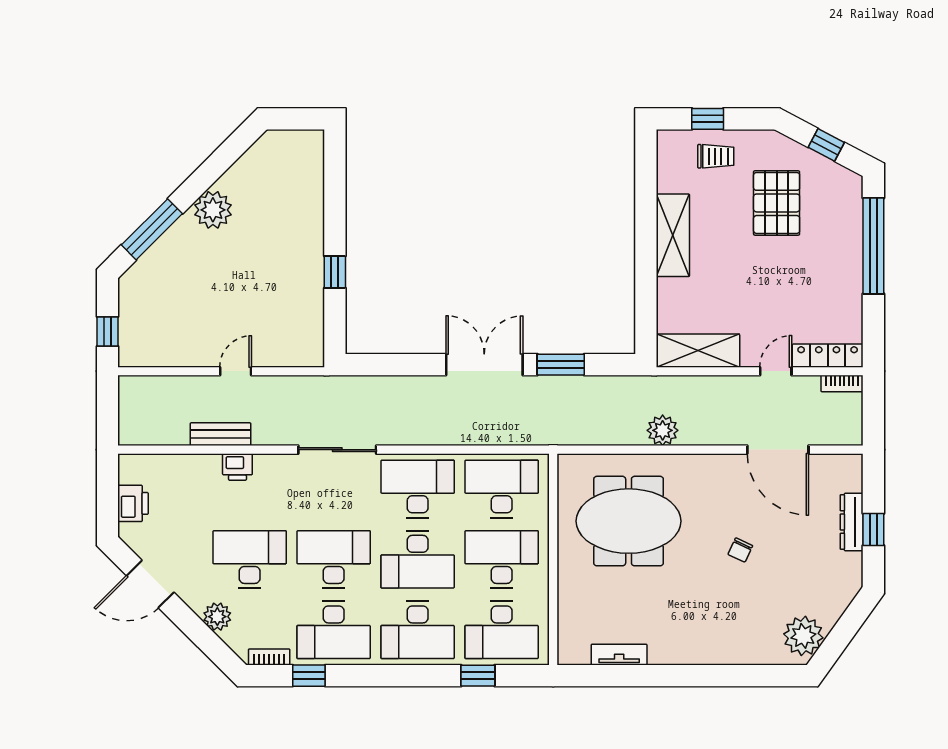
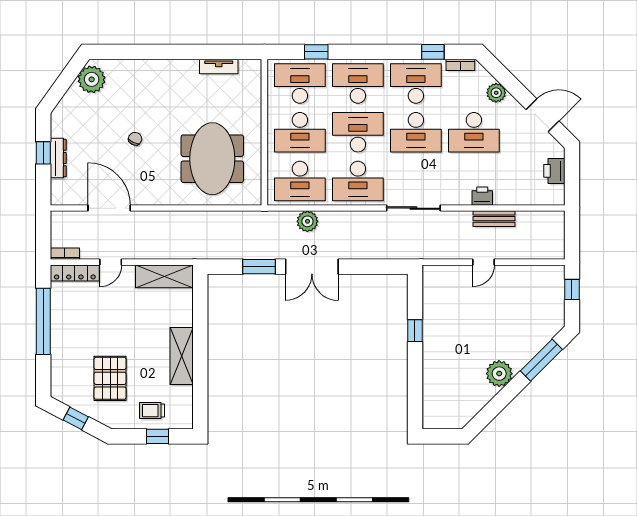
window: (873, 246) -> (43, 321), moved
plant: (663, 430) -> (307, 221), moved
meeting table: (629, 521) -> (212, 159), turned 90

